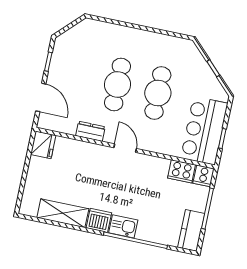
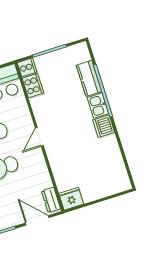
door: (41, 97) -> (37, 220), hinge flipped
dresser: (90, 131) -> (51, 200), moved
shelving: (63, 213) -> (113, 156), removed
kitchen counter: (191, 230) -> (89, 78), moved, turned 90

